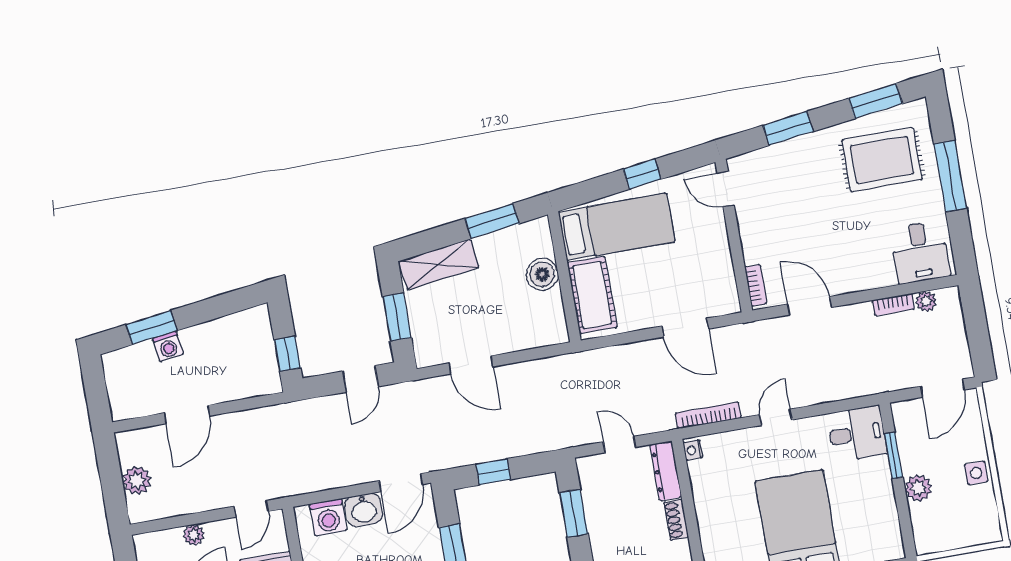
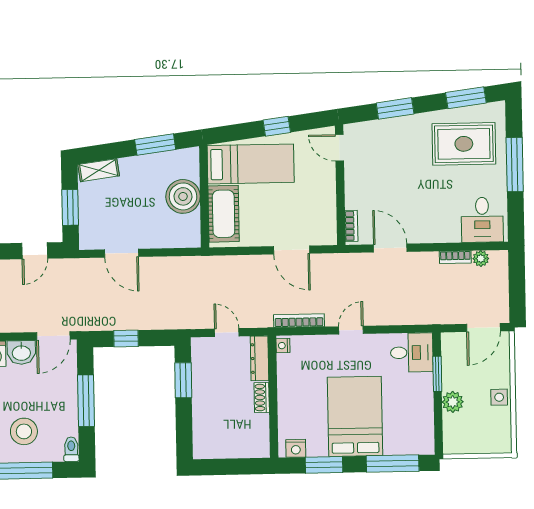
shelving: (439, 264) -> (99, 170), width x0.67, depth x0.75
boiler: (542, 274) -> (183, 196), width x1.37, depth x1.37

